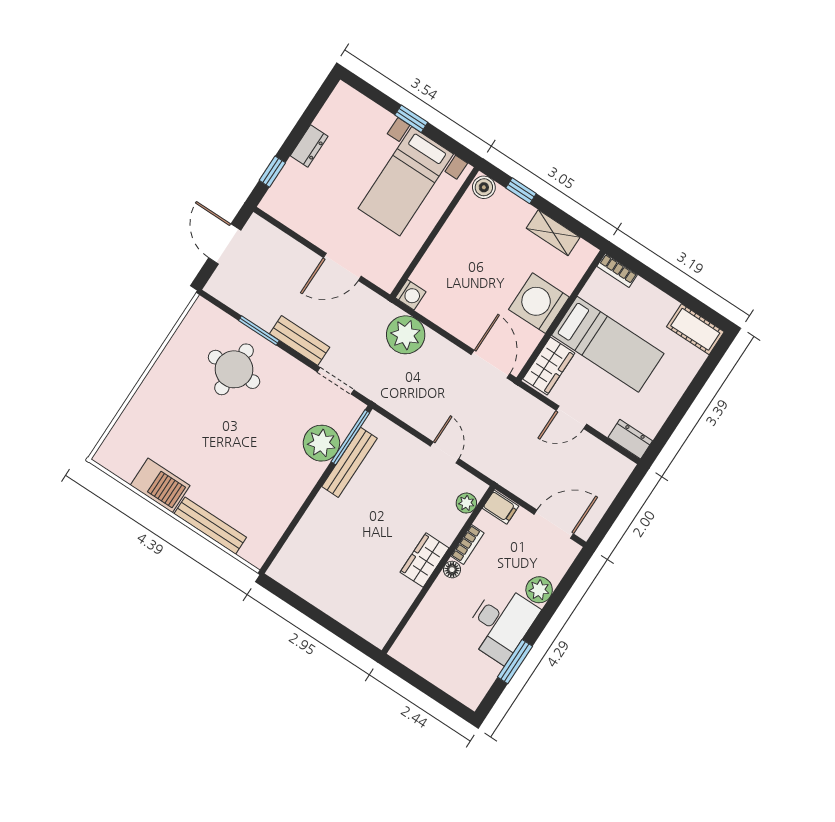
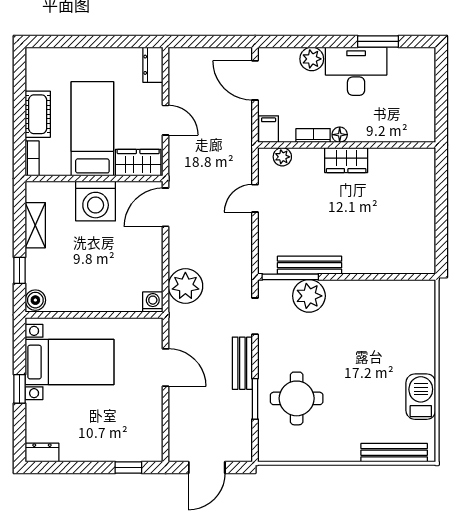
dresser: (309, 146) -> (42, 453), moved
cot: (695, 329) -> (38, 114), moved
bench: (210, 526) -> (394, 453), moved, turned 90

